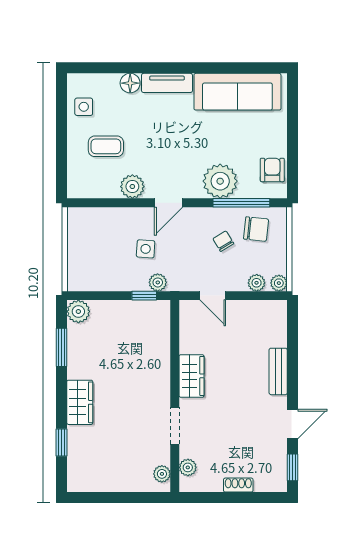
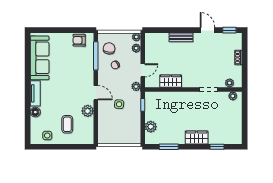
plant: (220, 181) -> (85, 67), removed
plant: (158, 282) -> (136, 86), moved
plant: (78, 311) -> (151, 127), moved
wardrobe: (192, 376) -> (171, 81), moved

